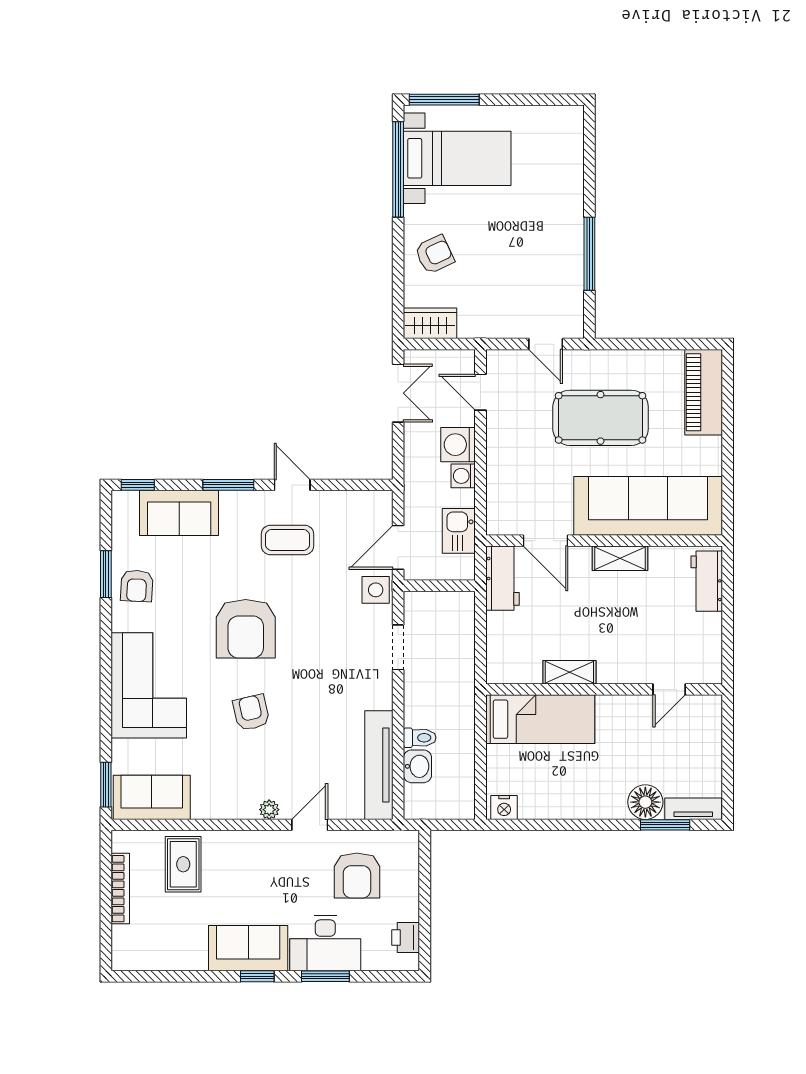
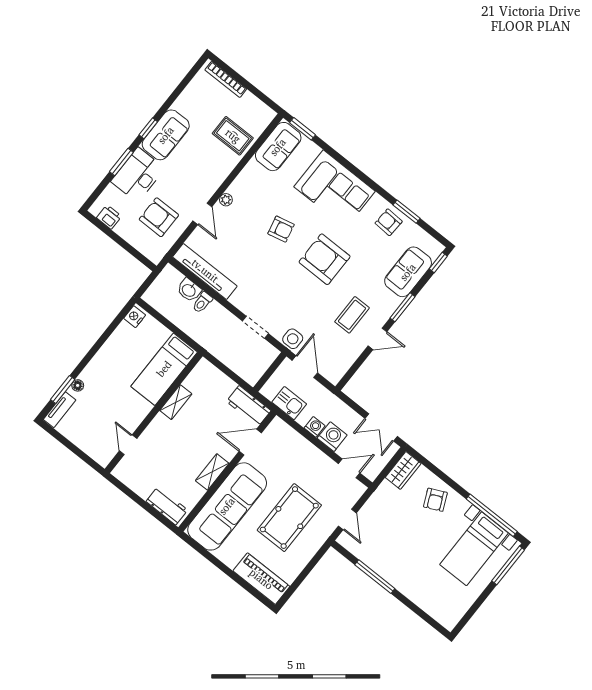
door: (546, 344) -> (347, 519), swing flipped
floor lamp: (645, 802) -> (78, 385), width x0.53, depth x0.53
bookcase: (120, 889) -> (226, 79), moved

